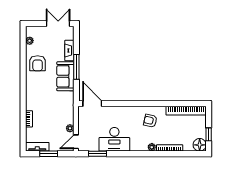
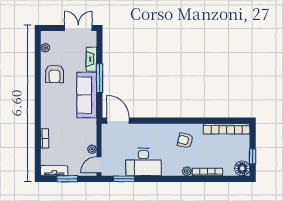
sofa: (65, 76) -> (87, 95), width x1.36

